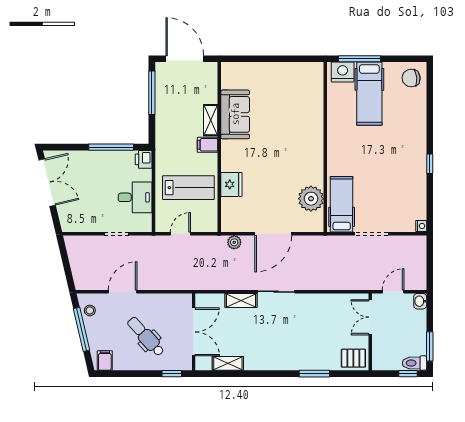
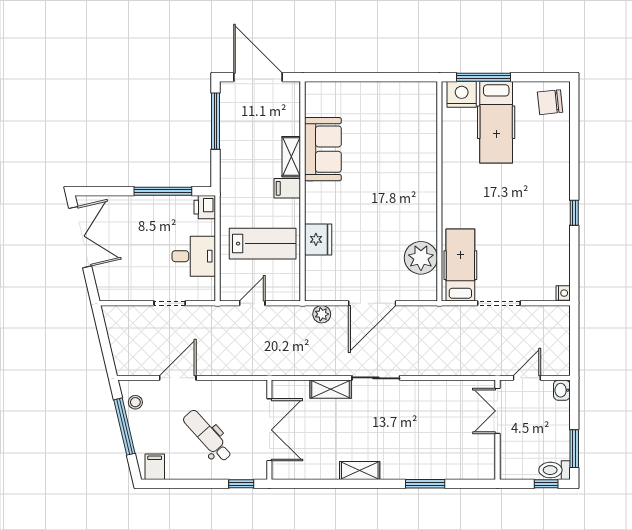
pallet: (353, 358) -> (476, 464), removed
shelving: (228, 363) -> (360, 470), moved

